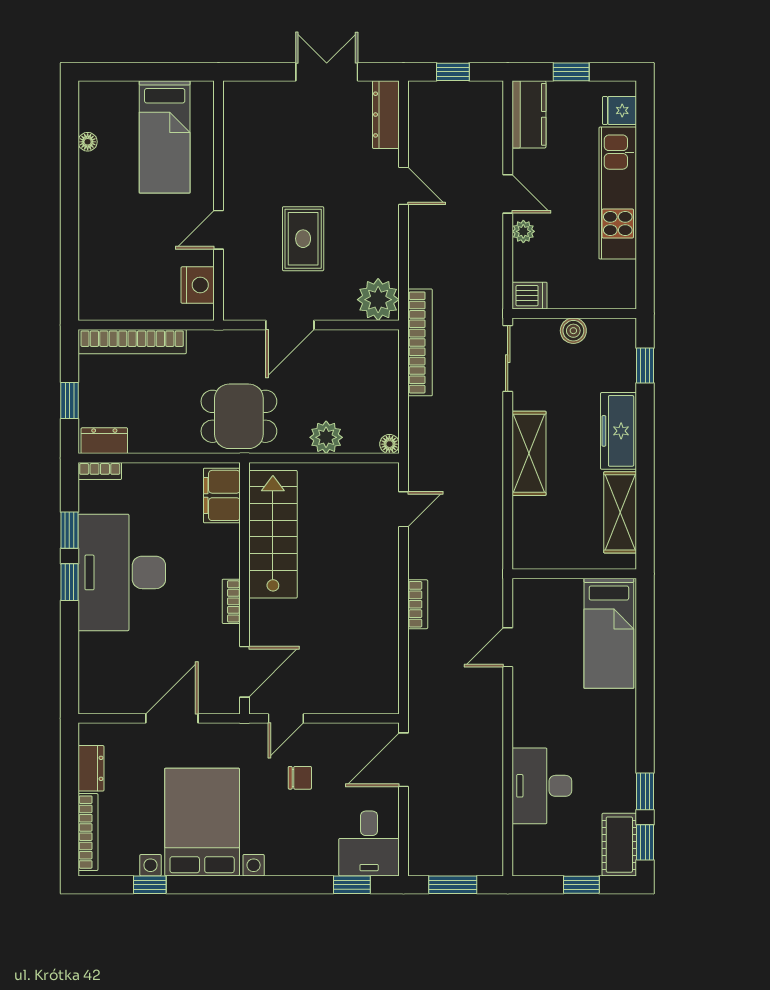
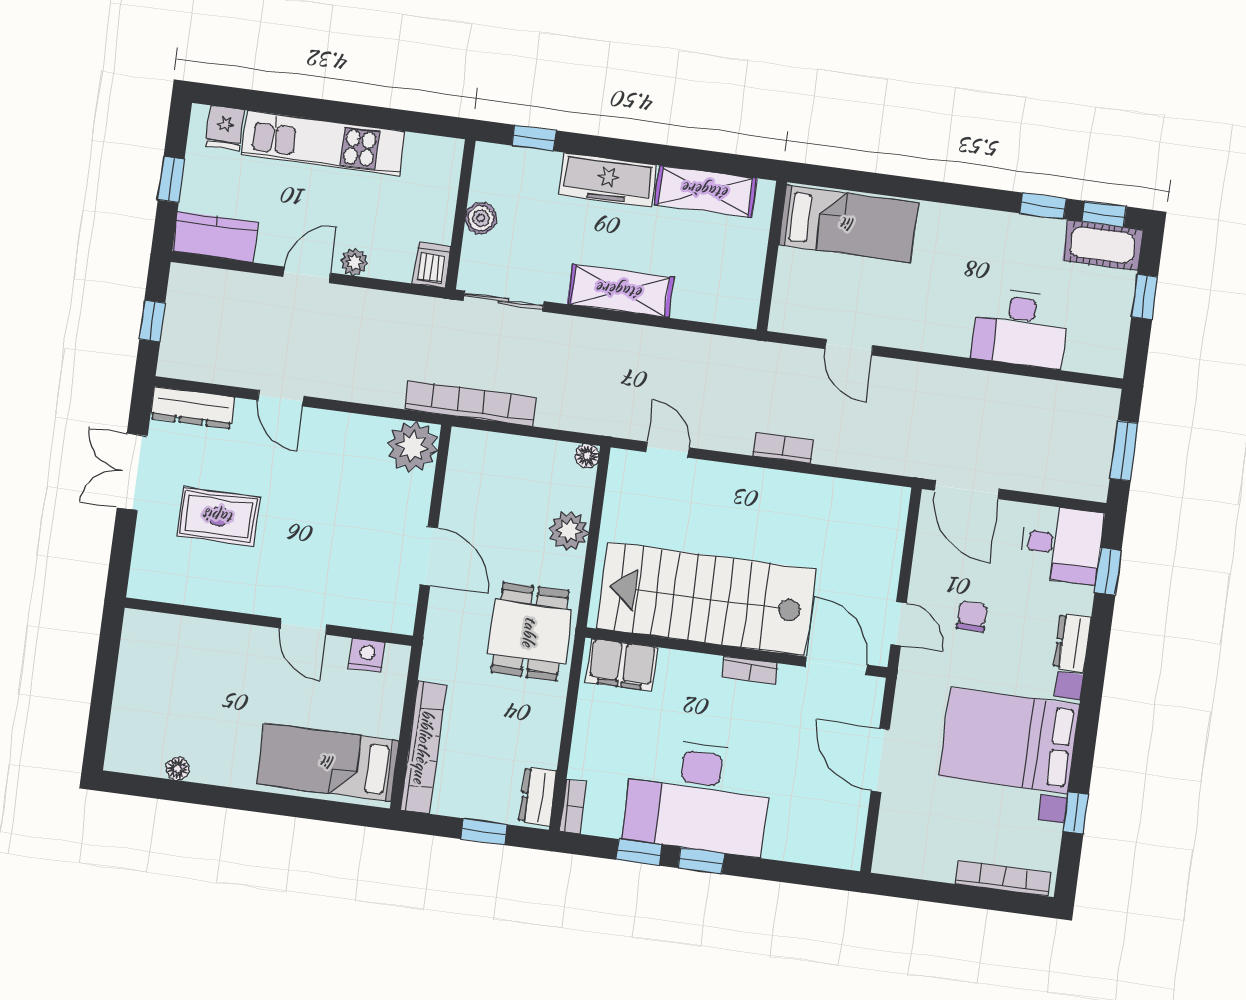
bed: (165, 137) -> (328, 762), moved, turned 180
door: (404, 186) -> (281, 398), swing flipped
rug: (303, 239) -> (219, 517), moved
nightstand: (198, 285) -> (367, 655), width x0.74, depth x0.75
stairs: (273, 534) -> (706, 599), width x1.36, depth x1.51
dresser: (91, 768) -> (1072, 643), moved, turned -90

